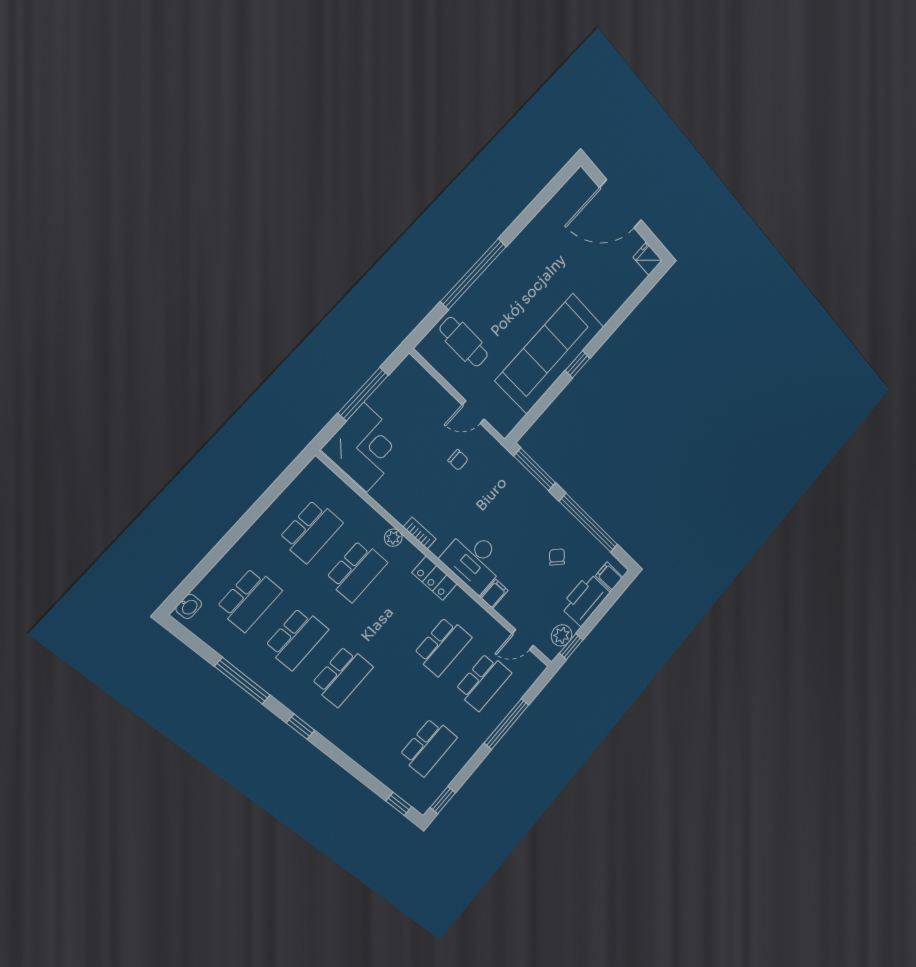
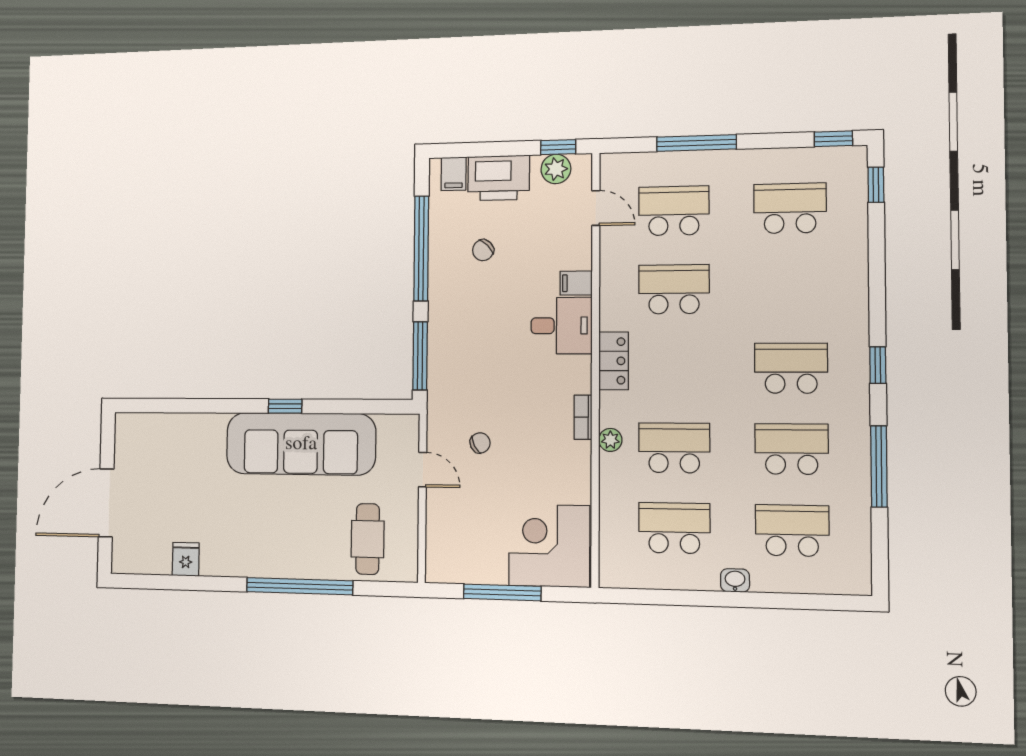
door: (620, 204) -> (106, 503), swing flipped
fridge: (648, 259) -> (186, 559), moved, turned 180
chair: (458, 460) -> (480, 443), turned 63
desk: (474, 560) -> (561, 326), width x0.73
washbasin: (189, 606) -> (735, 580), moved

